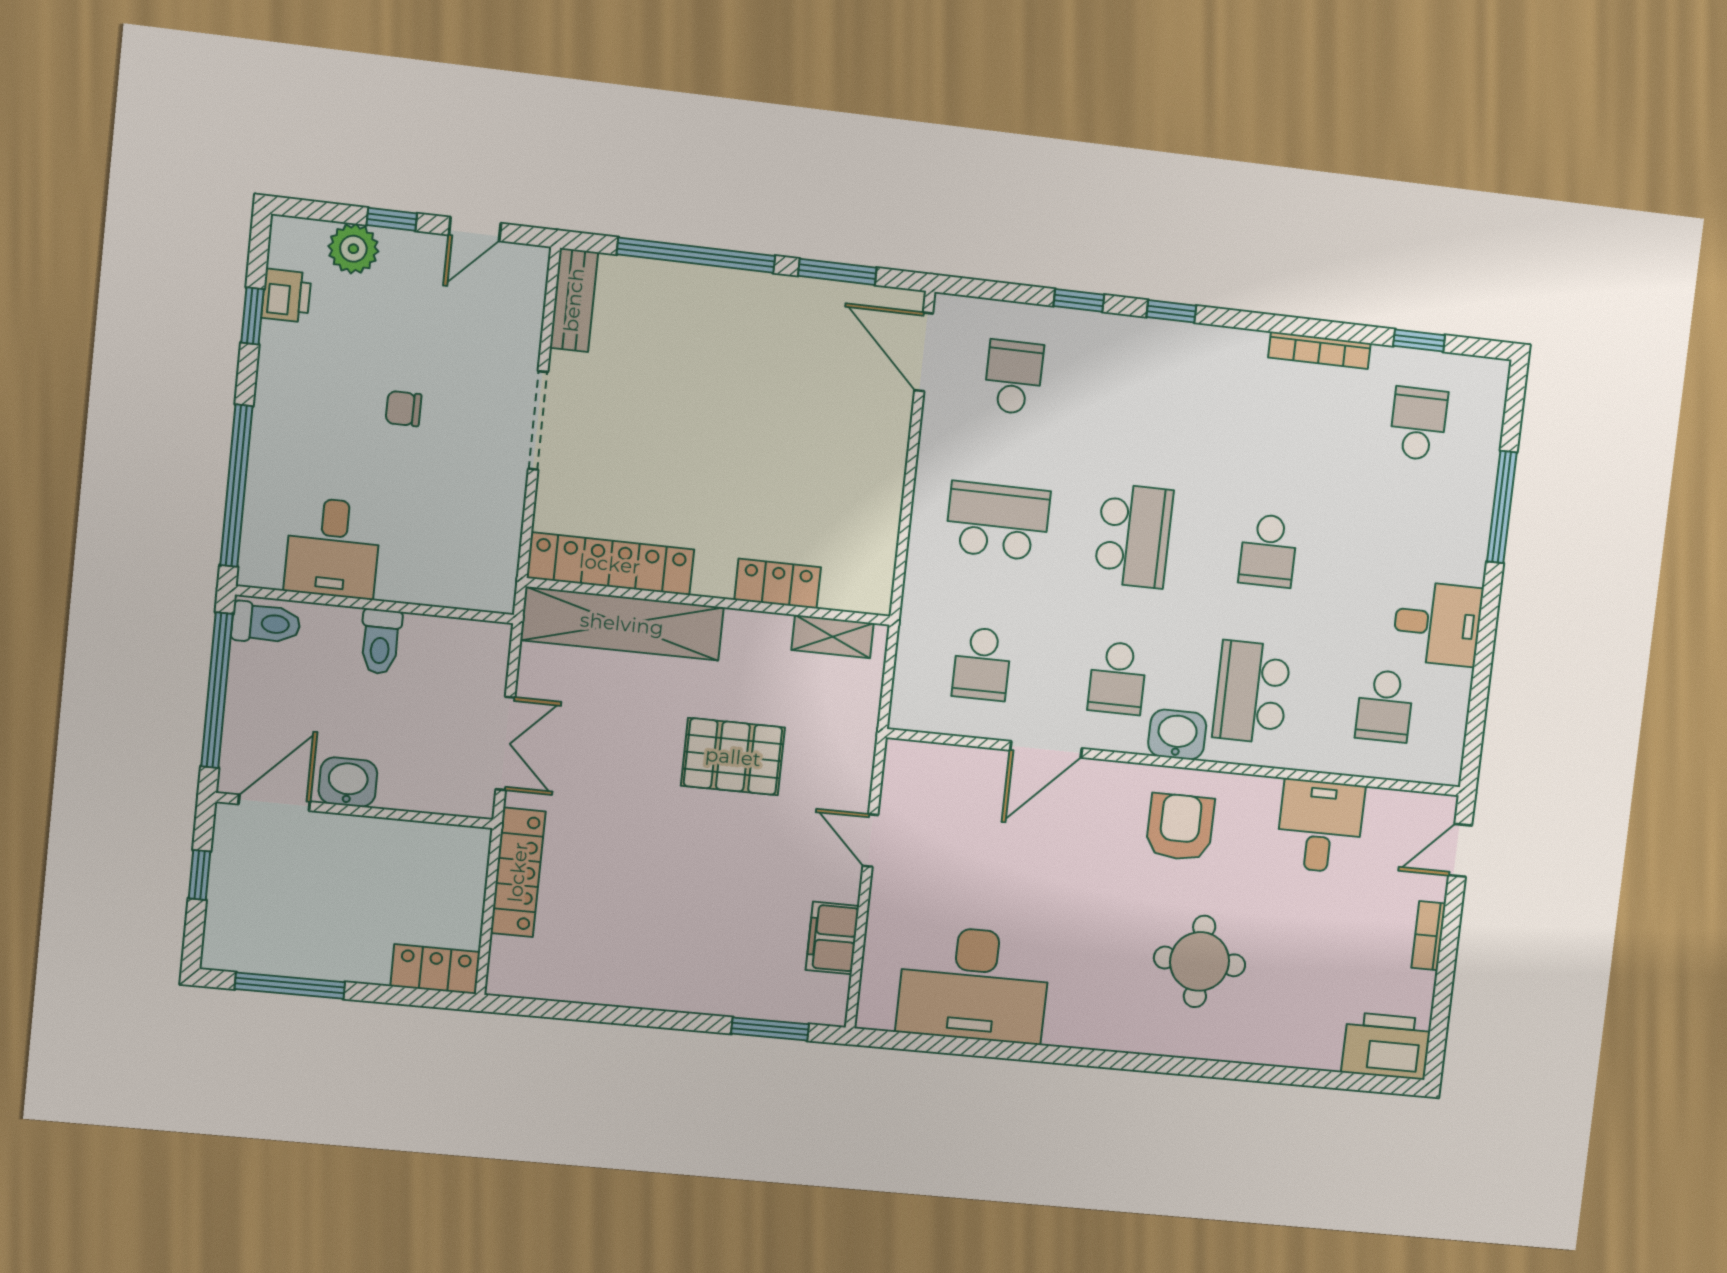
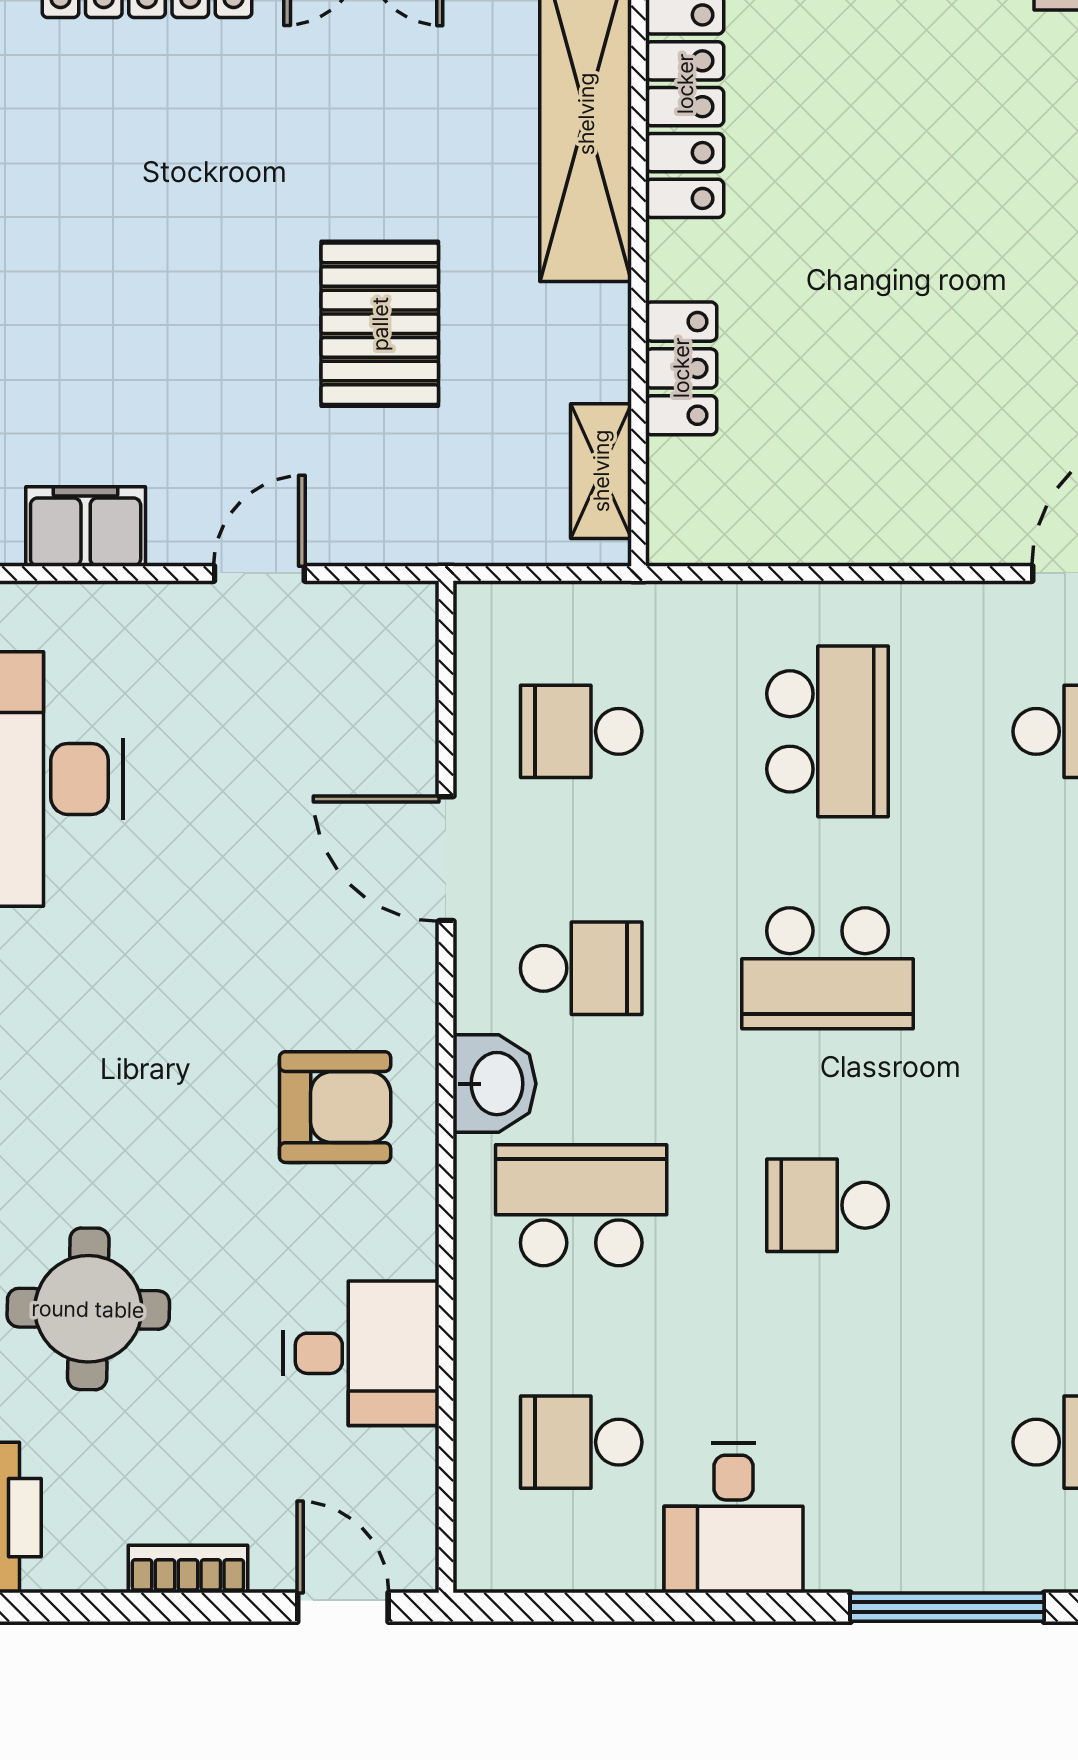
school desk: (1117, 678) -> (581, 968), turned 180
round table: (1200, 961) -> (88, 1309), moved

